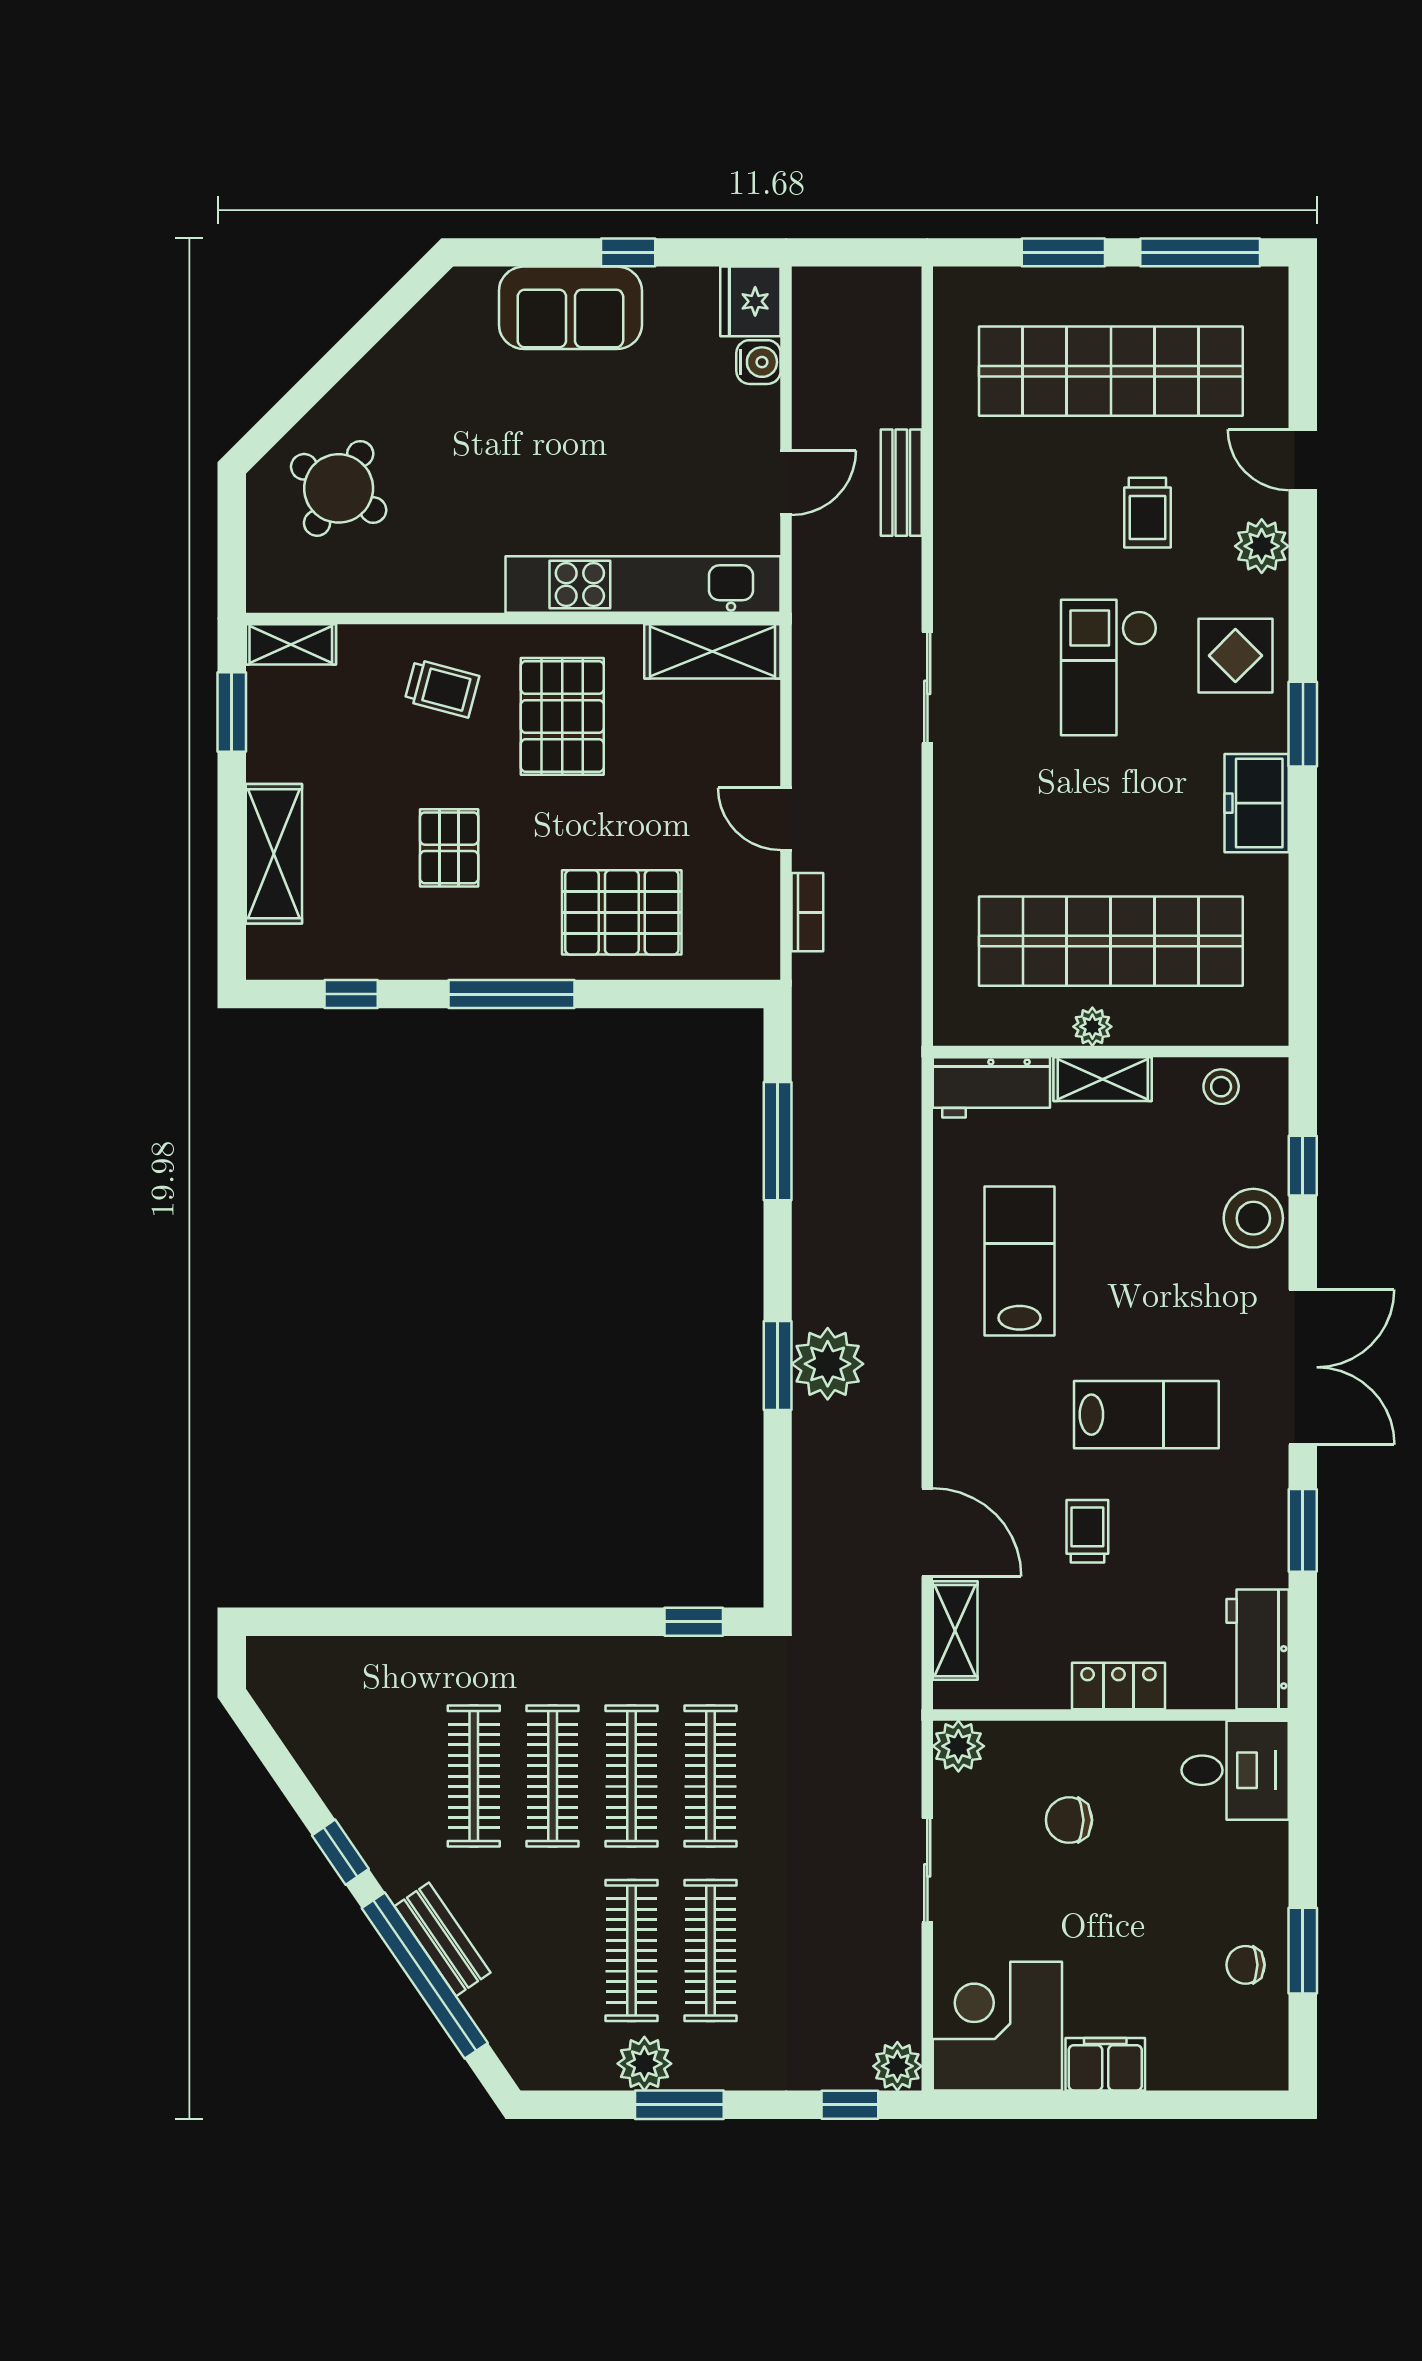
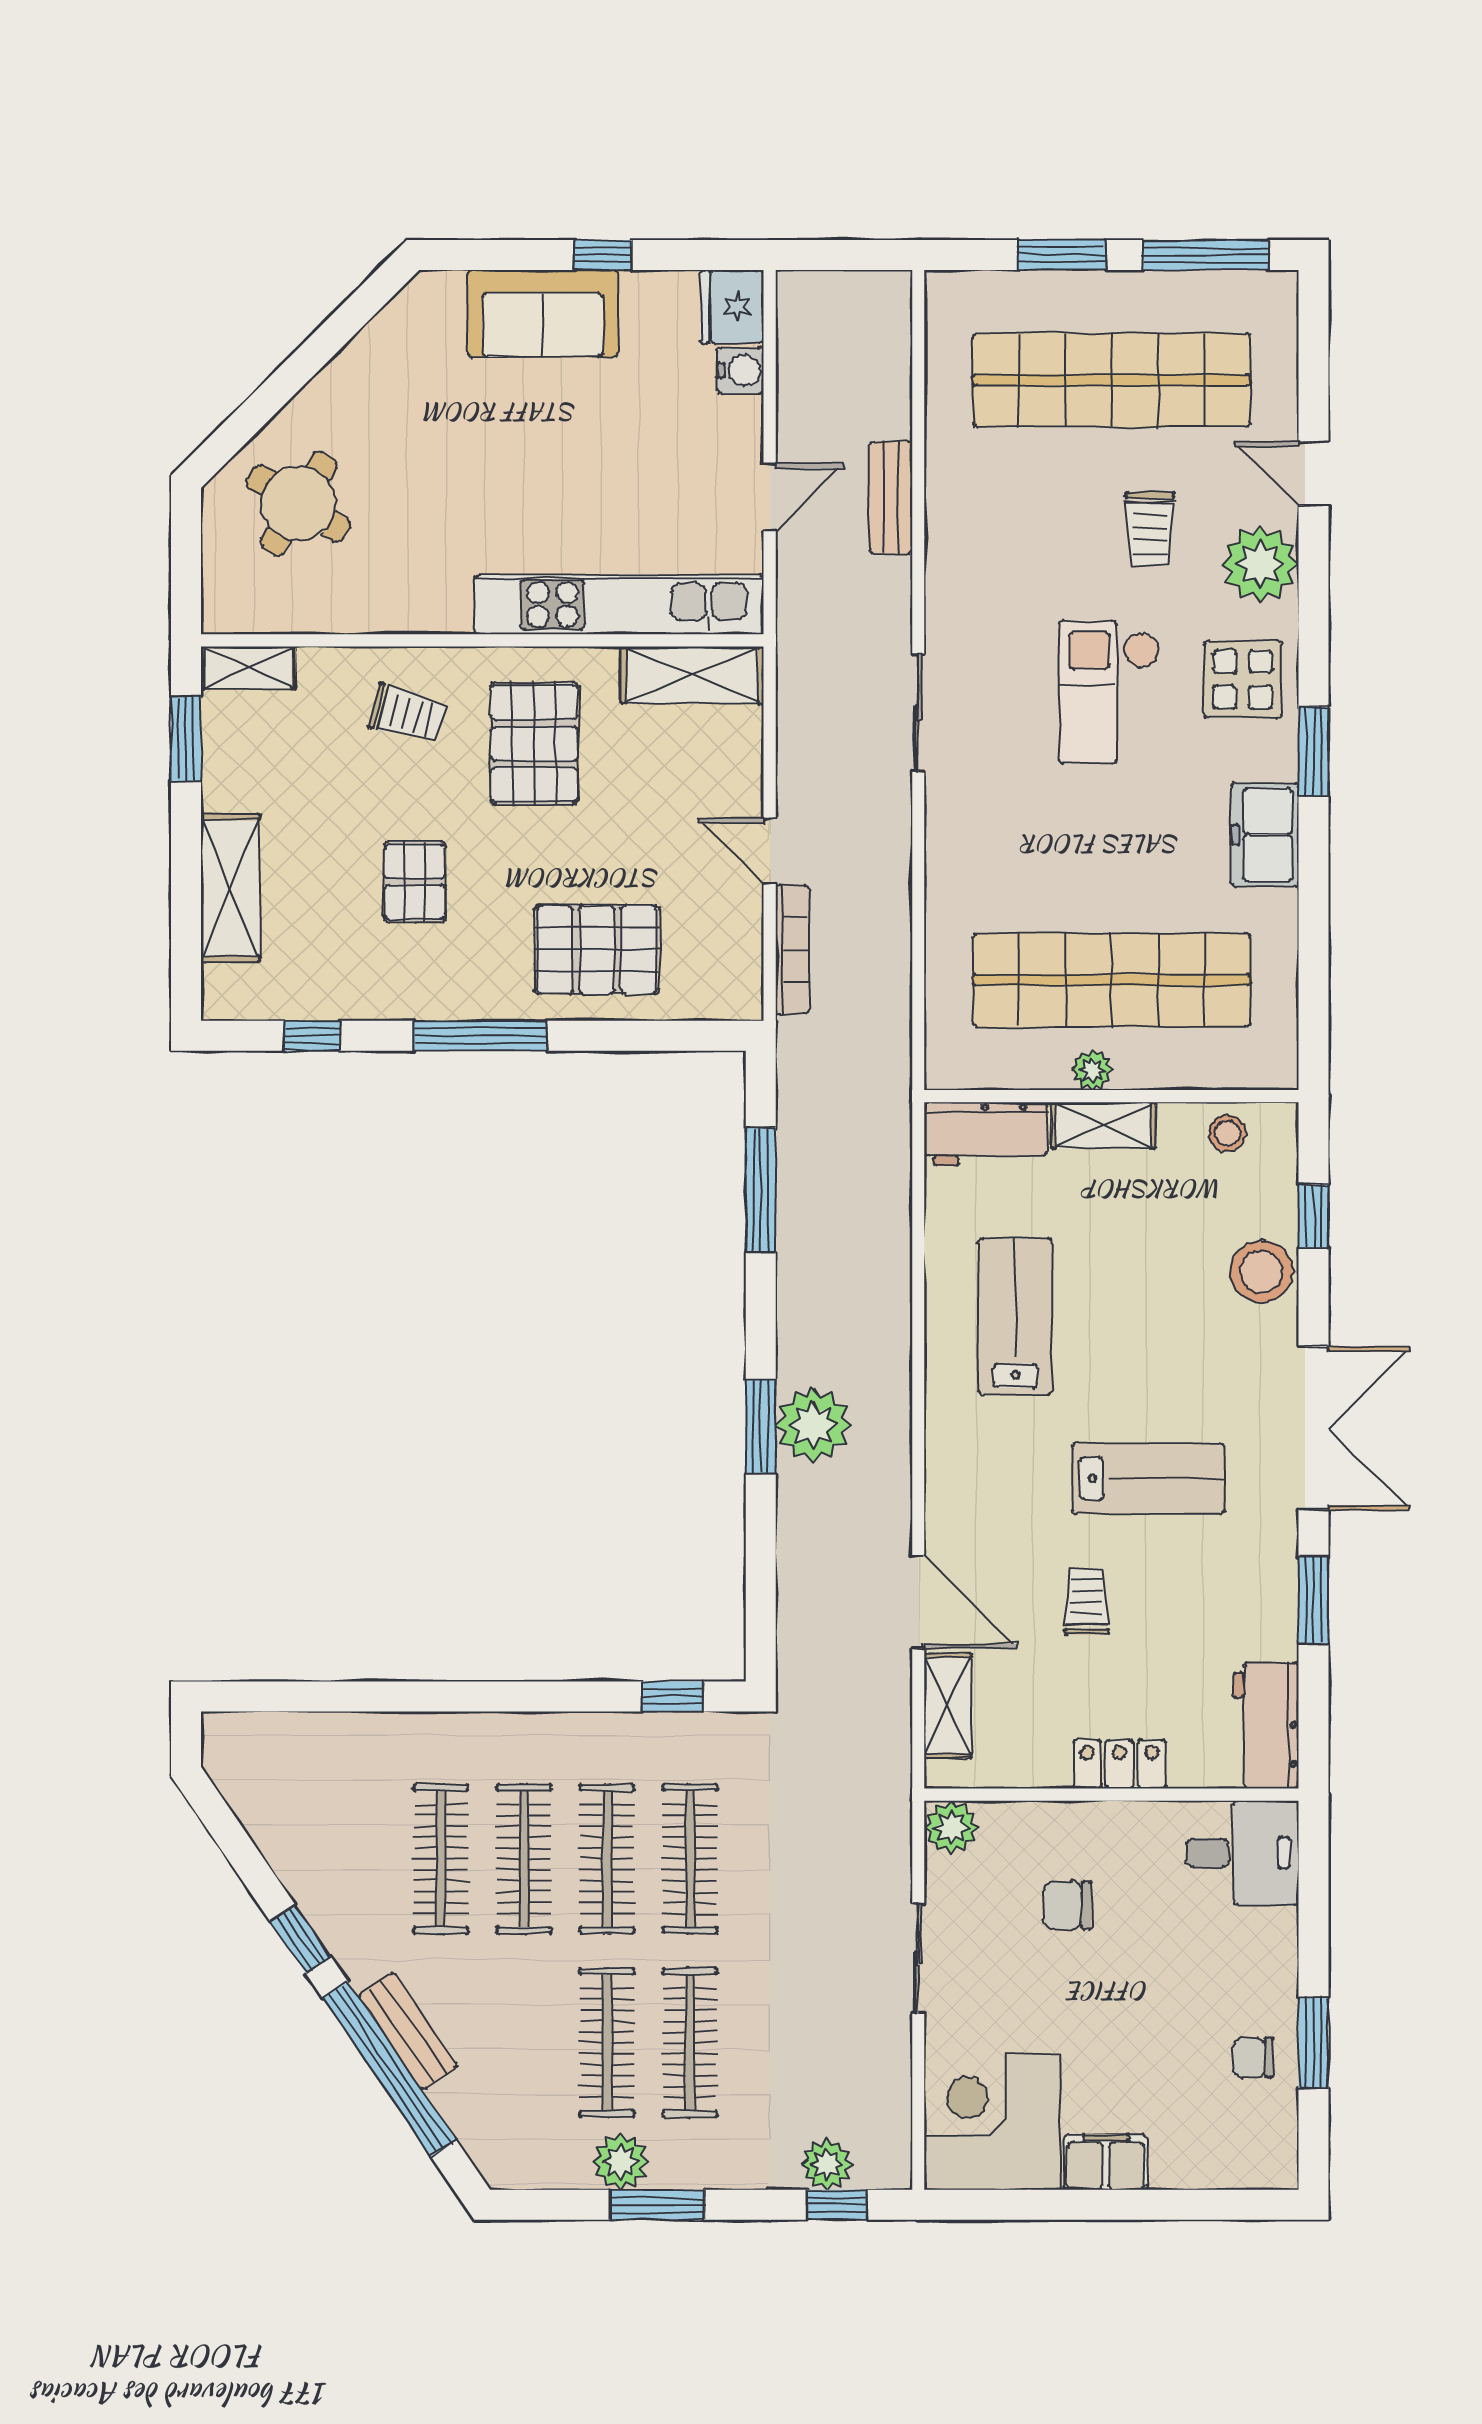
plant: (1262, 546) -> (1260, 564), width x1.36, depth x1.36
bookcase: (807, 912) -> (792, 949), width x1.56
plant: (897, 2066) -> (827, 2164), moved

